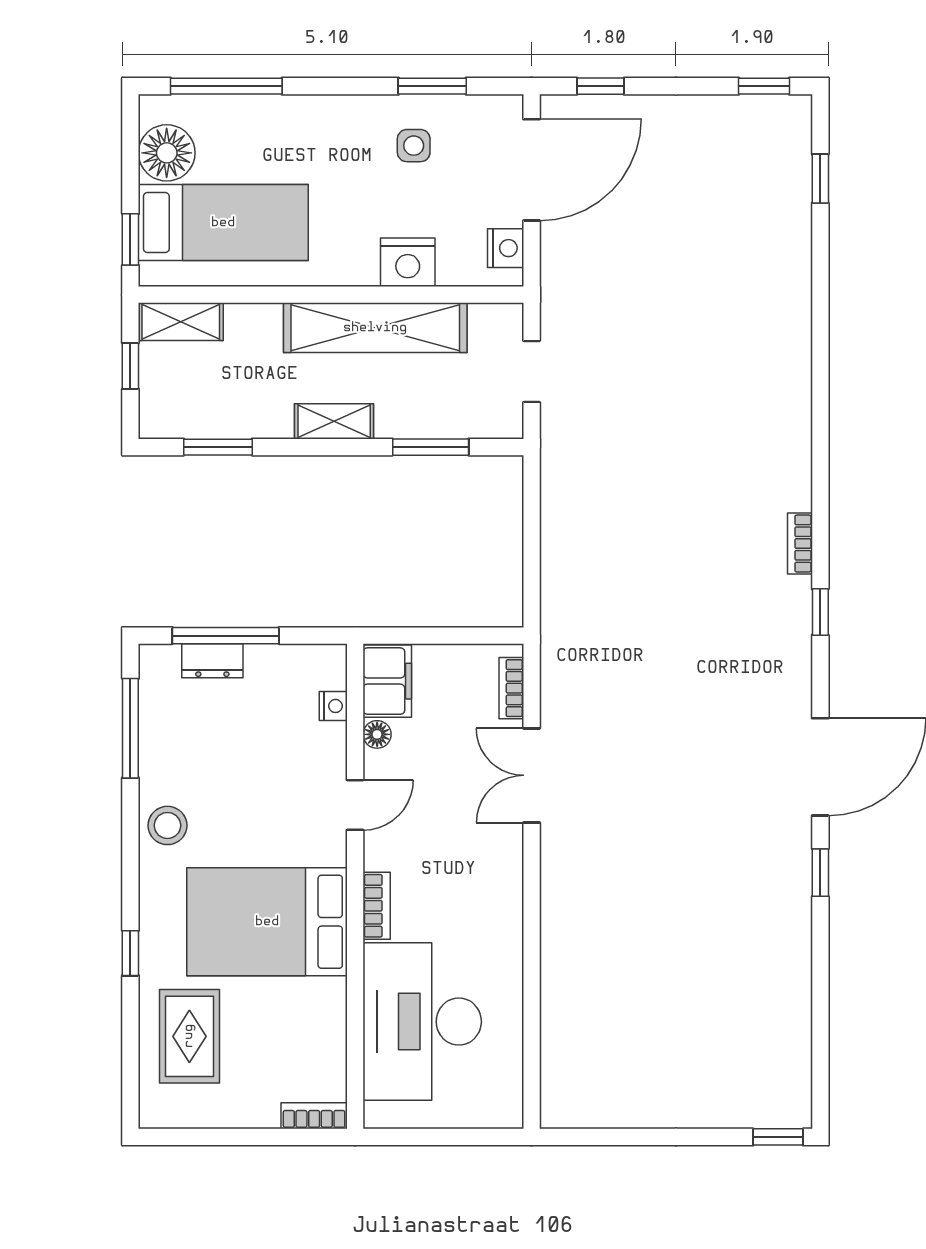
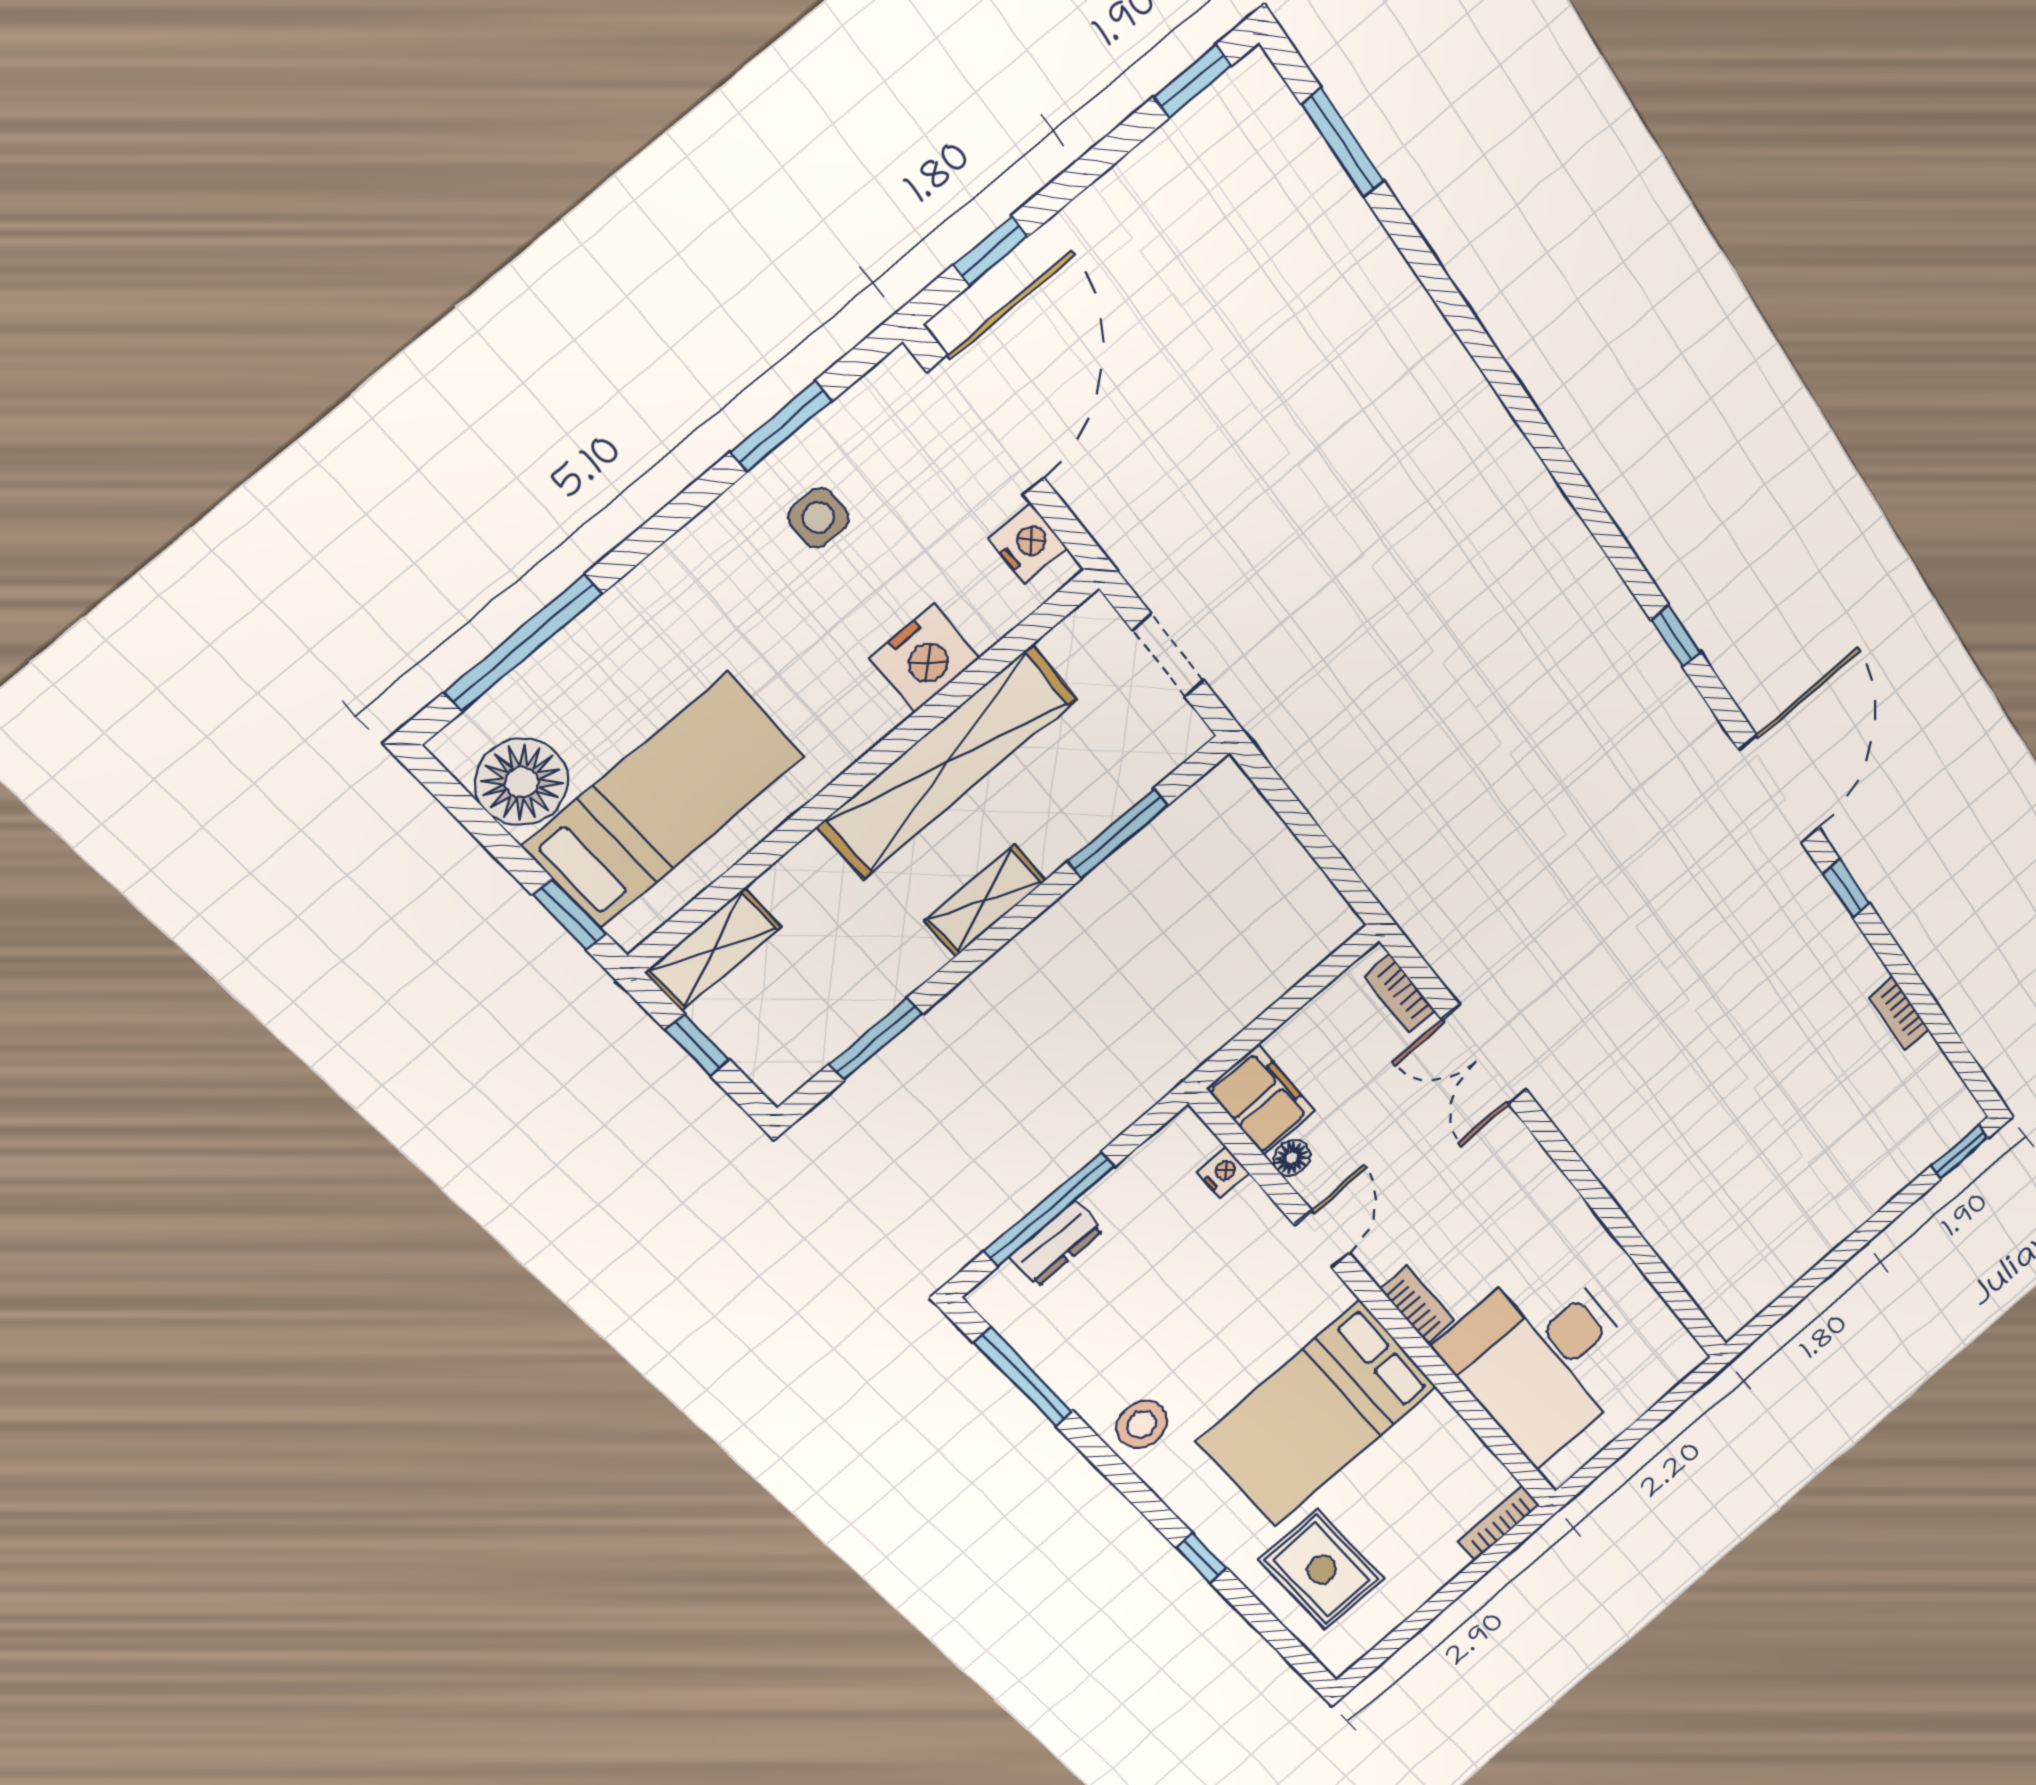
window: (820, 179) -> (1343, 143), width x1.50
bookcase: (800, 544) -> (1899, 1013), moved

